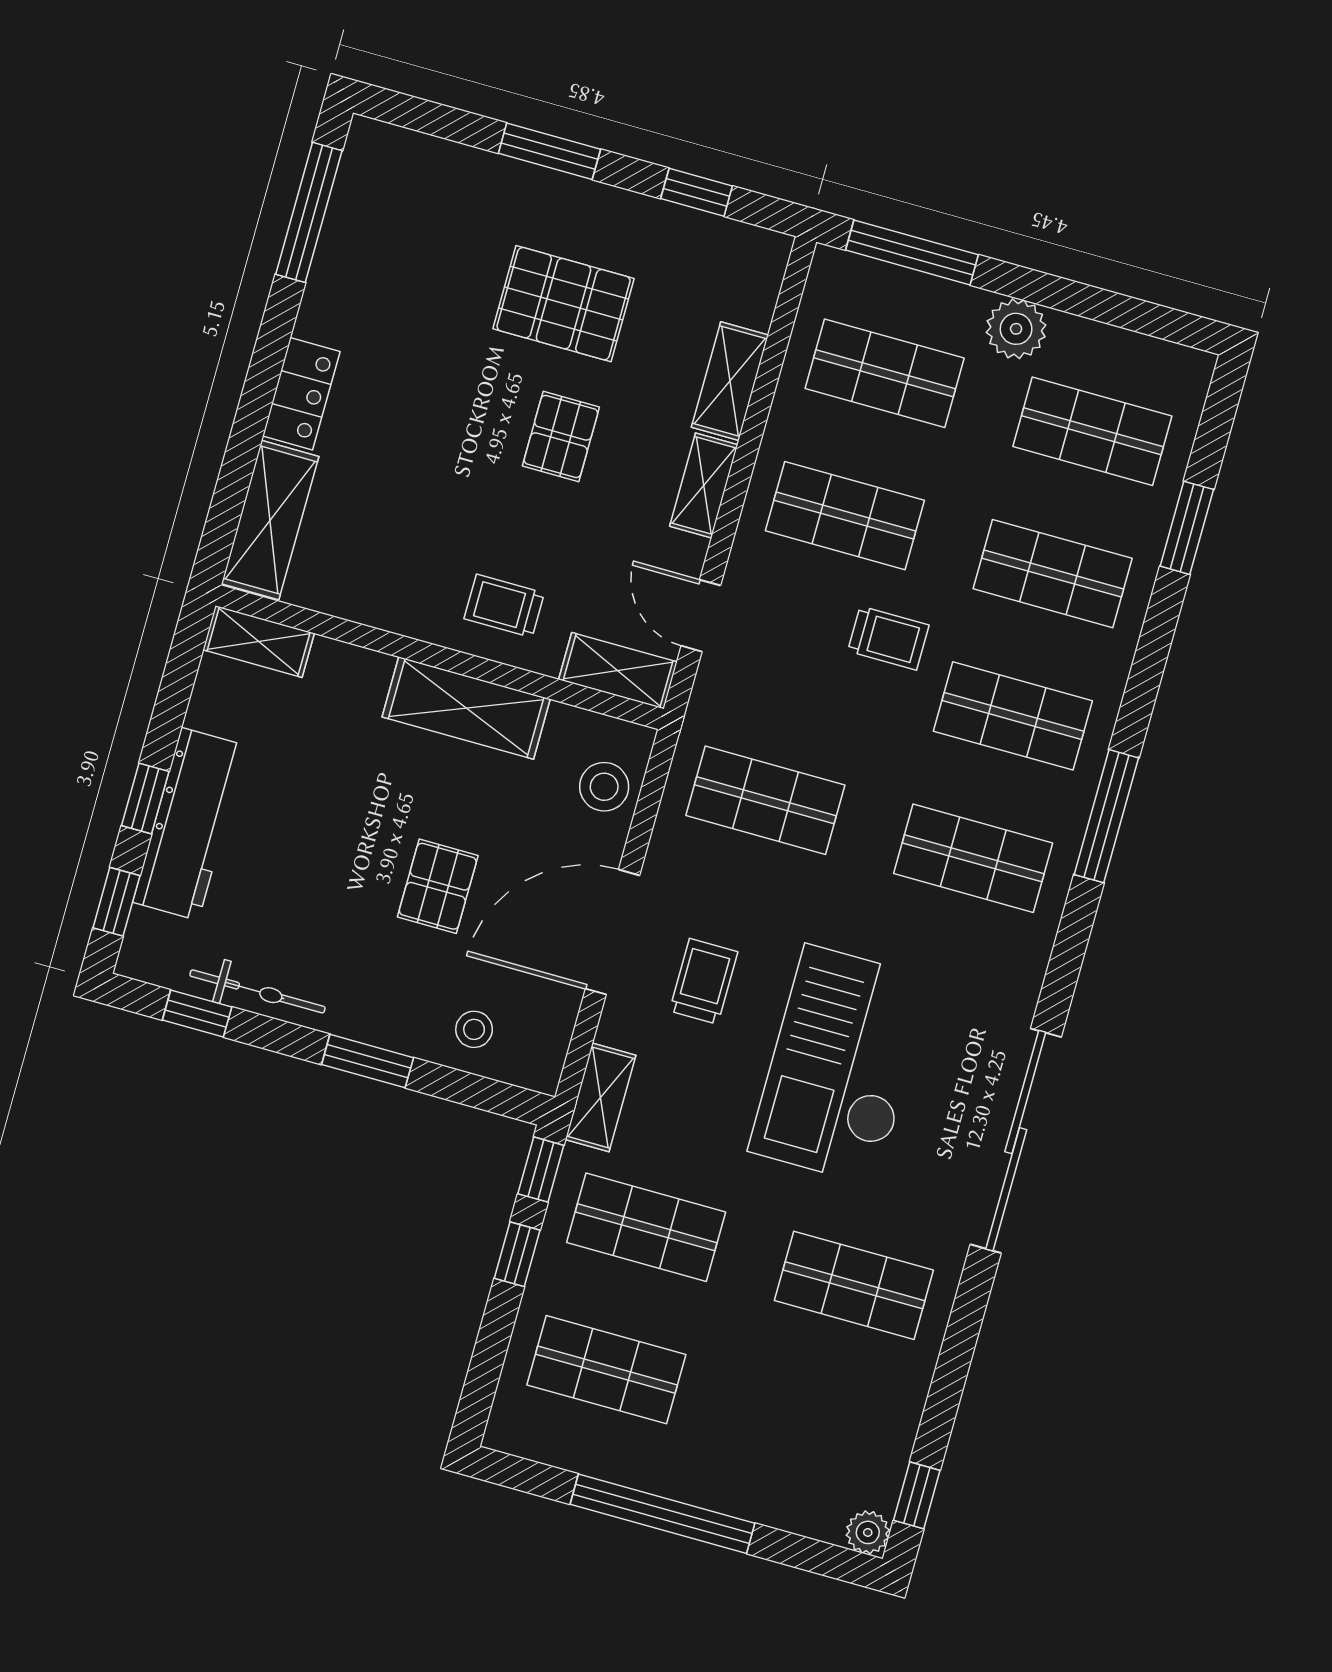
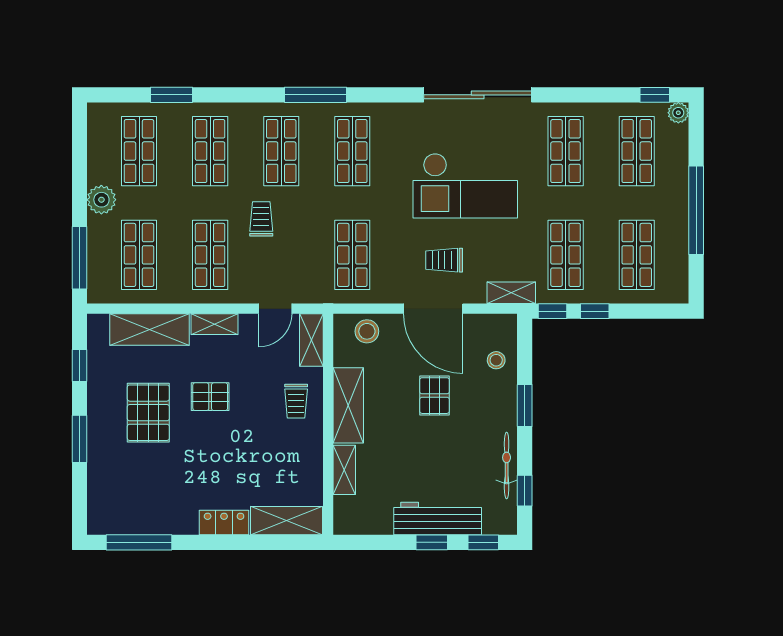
shelving: (730, 381) -> (150, 329), width x1.50, depth x1.33
shelving: (259, 641) -> (344, 470), moved
pallet: (438, 886) -> (435, 396), turned 90
shop shelf: (814, 1428) -> (637, 151), added

